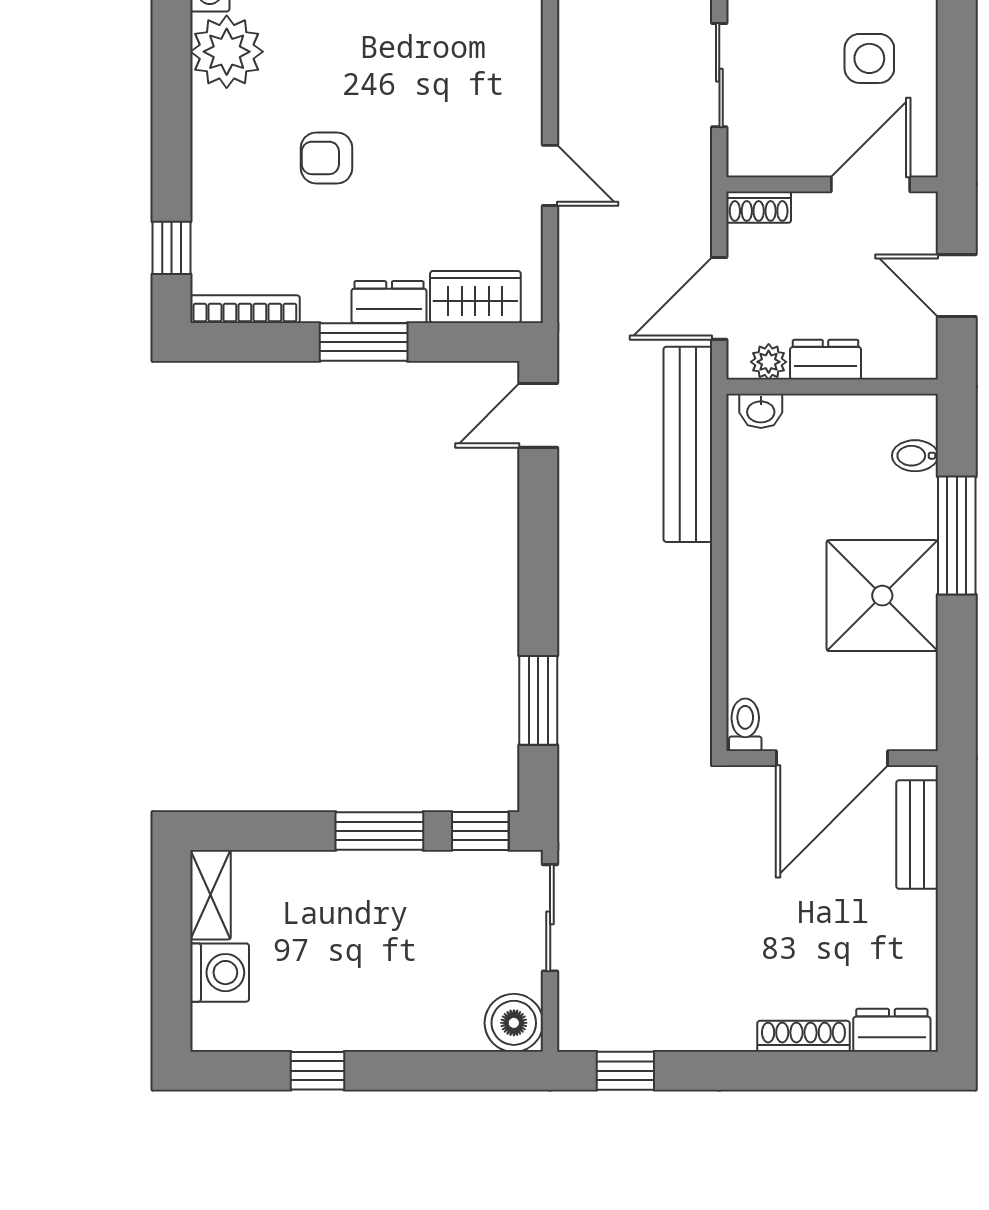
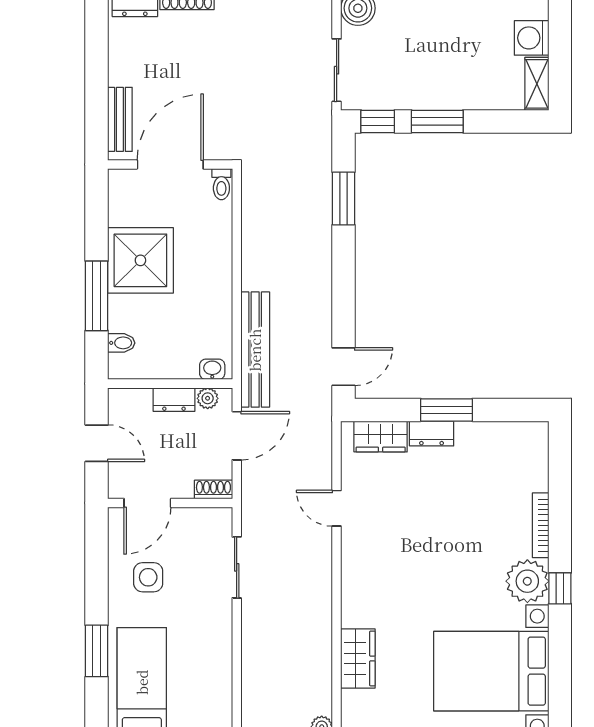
armchair: (327, 158) -> (468, 519), removed
window: (171, 248) -> (560, 588), moved
bookcase: (245, 309) -> (541, 525), moved, turned 90

